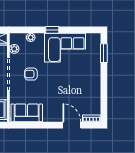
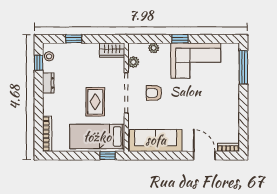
window: (104, 53) -> (243, 67), width x1.44
sofa: (27, 113) -> (156, 140), width x1.36

